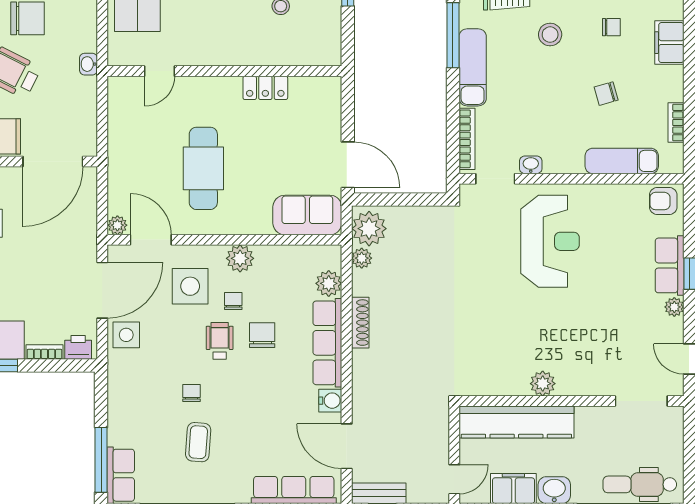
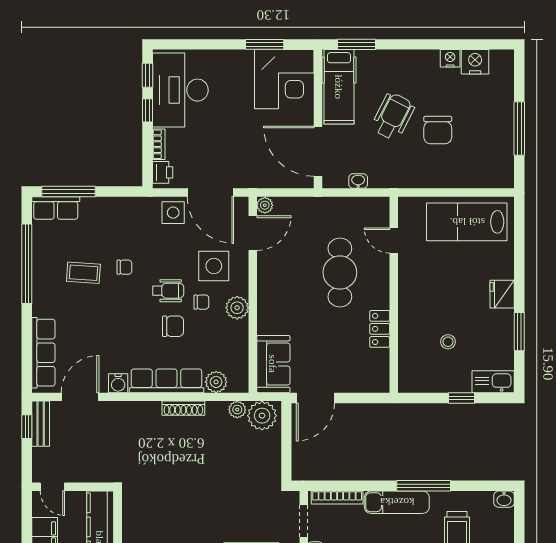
washbasin: (88, 64) -> (358, 181), moved
cafe table: (203, 168) -> (340, 272), moved, turned 90

